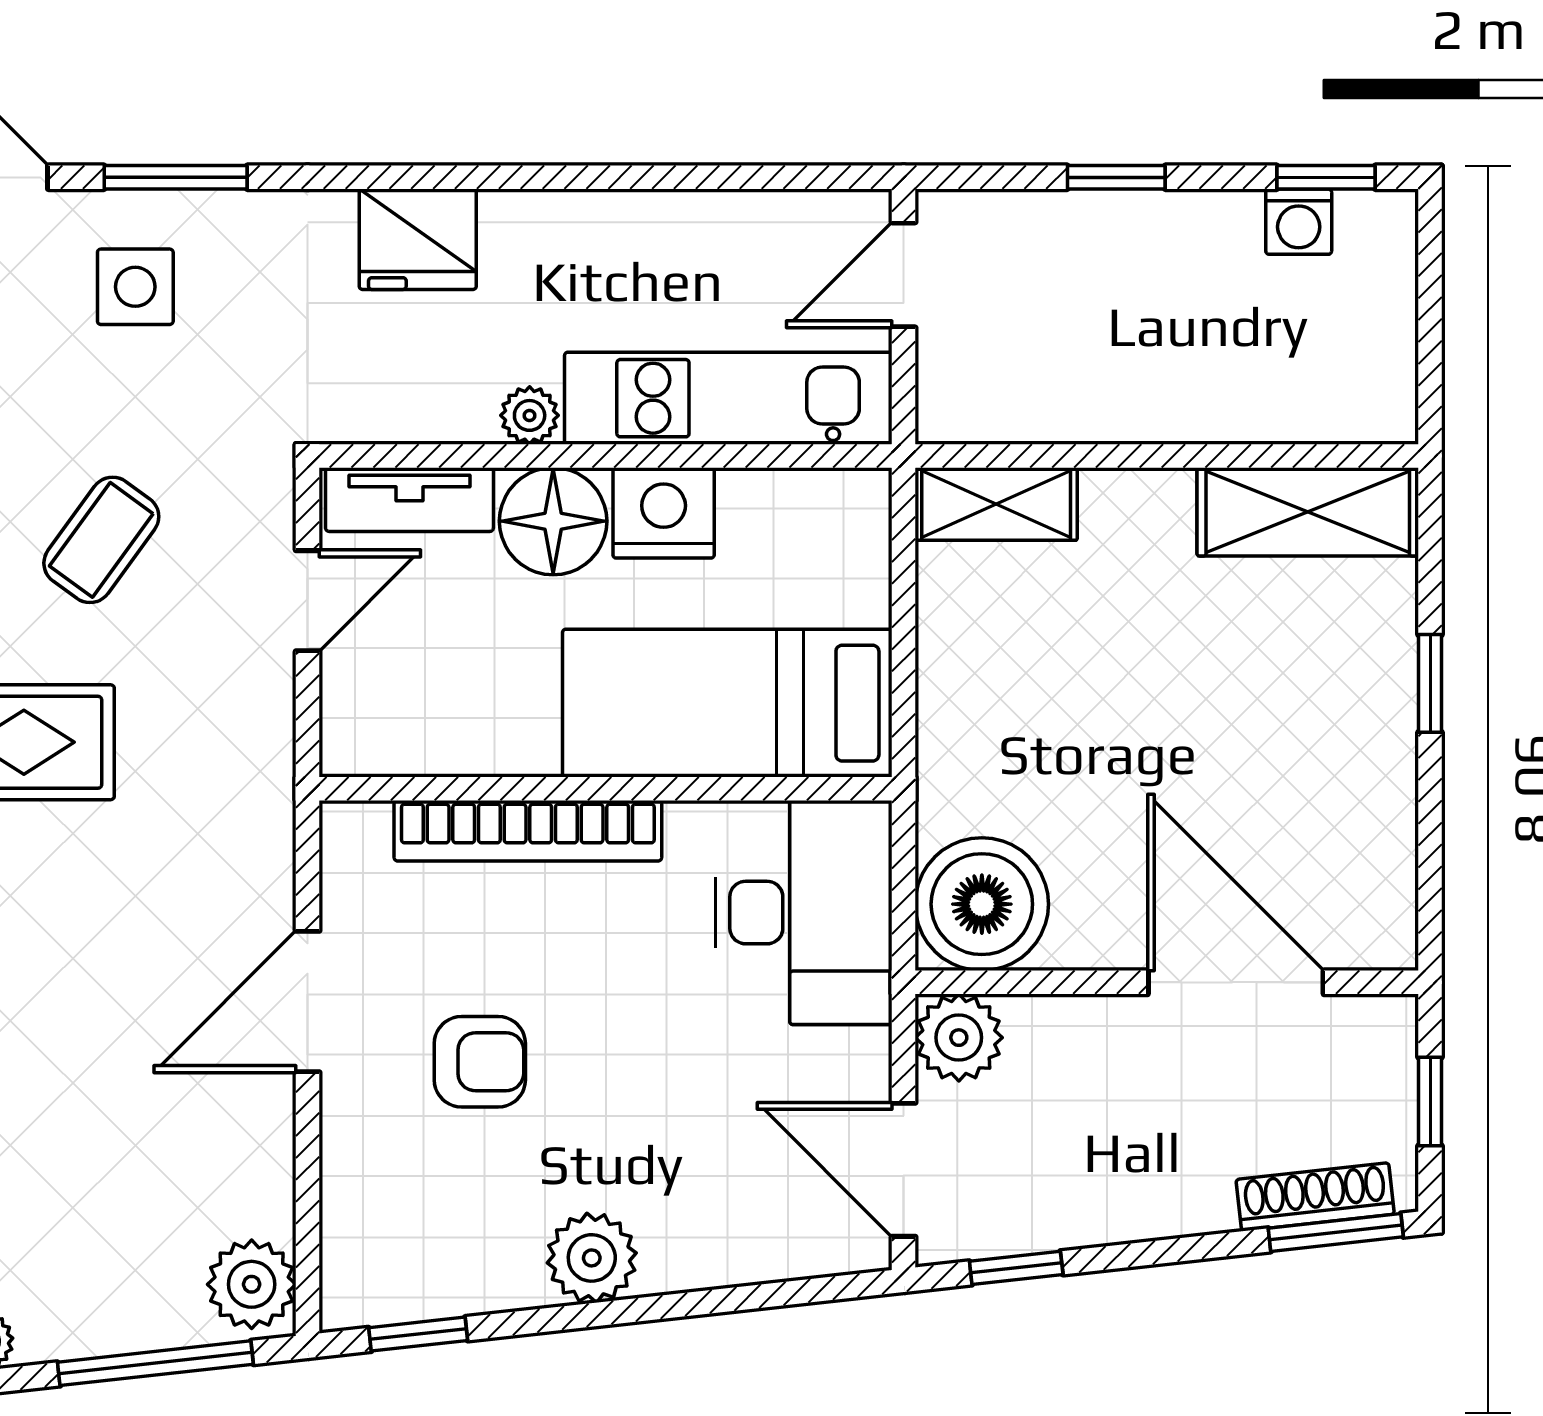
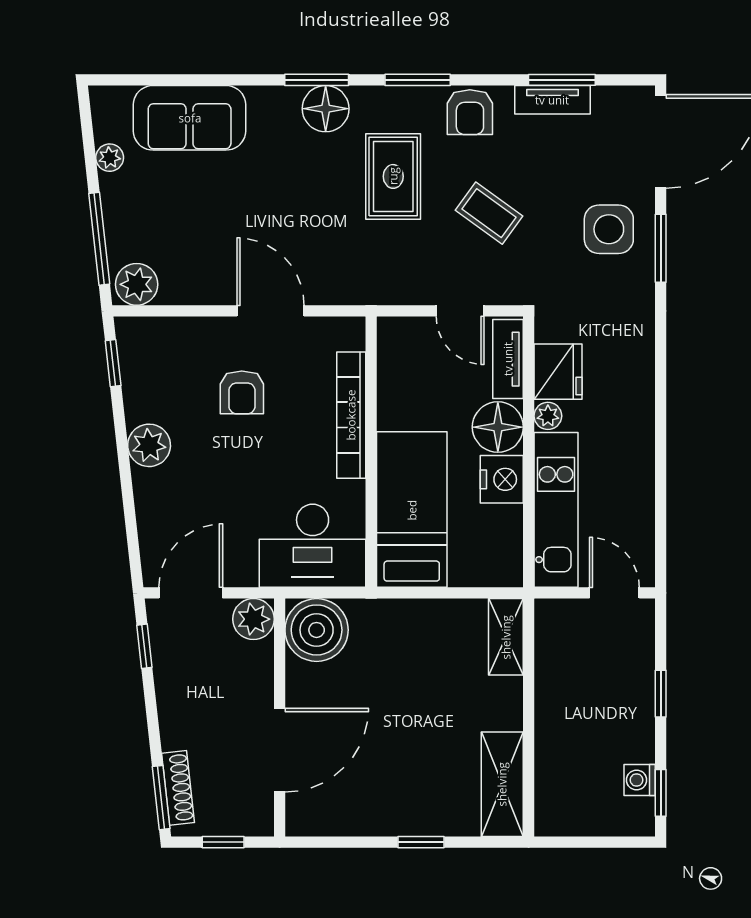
fridge: (418, 239) -> (558, 372), moved, turned 180
side table: (135, 287) -> (609, 229), width x1.37, depth x1.37

